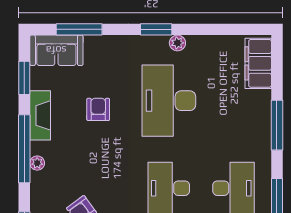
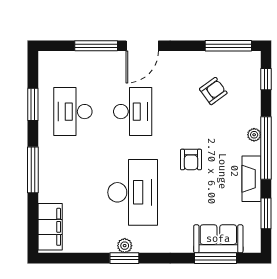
window: (156, 29) -> (124, 258), moved
sofa: (56, 50) -> (218, 239), moved
armchair: (98, 109) -> (191, 160), moved

